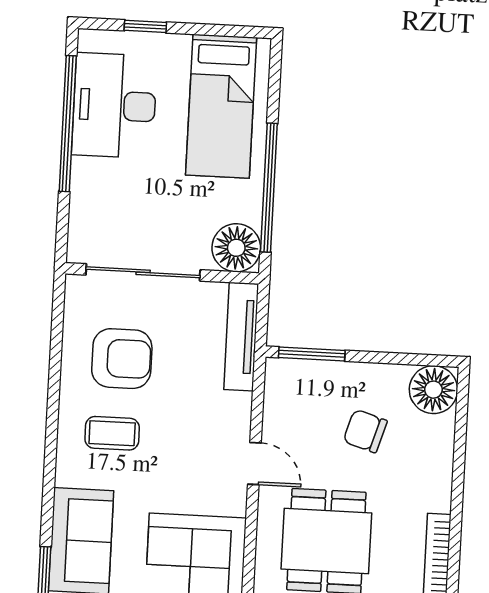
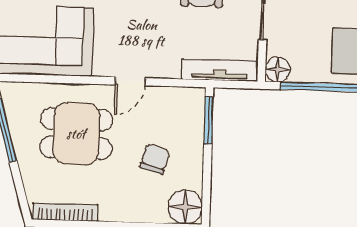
floor lamp: (236, 248) -> (278, 70), width x0.73, depth x0.73

